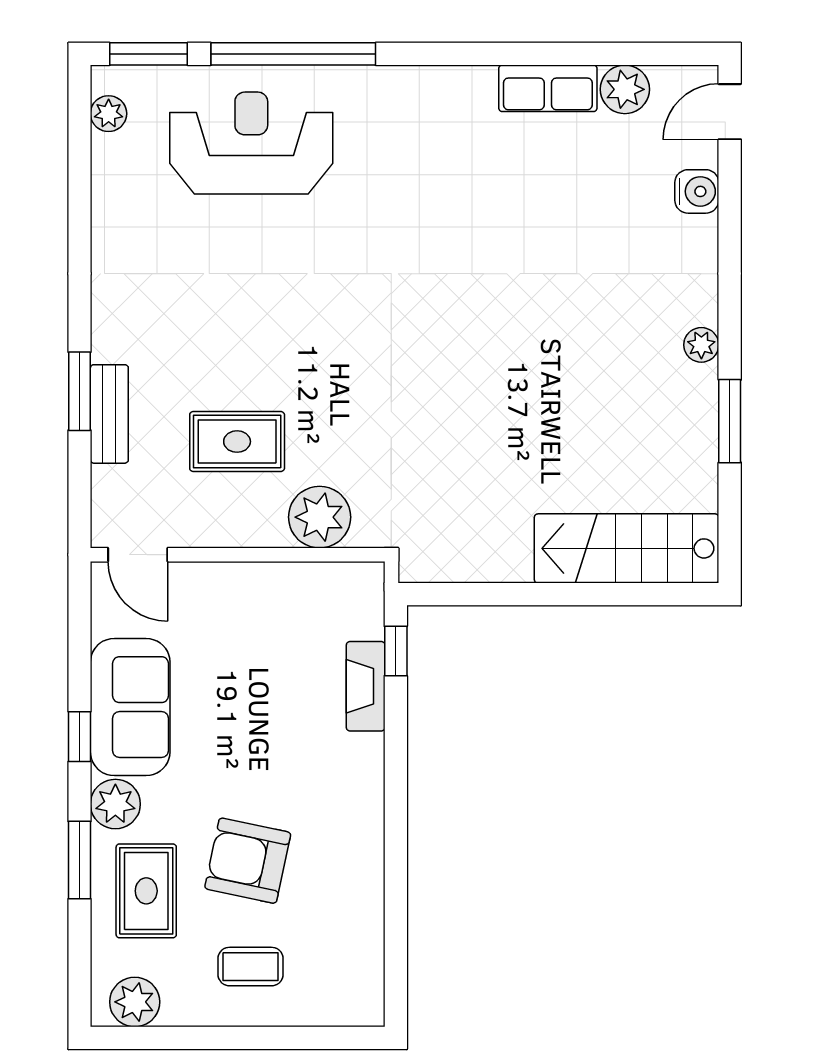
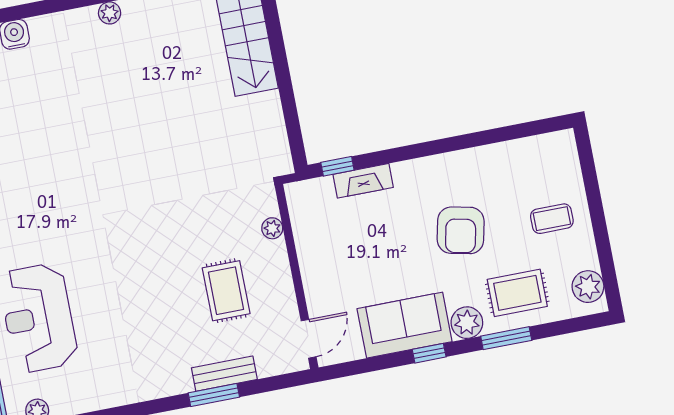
plant: (320, 517) -> (272, 228), width x0.53, depth x0.53
armchair: (248, 861) -> (461, 230), moved
coffee table: (251, 967) -> (552, 219), turned 90

